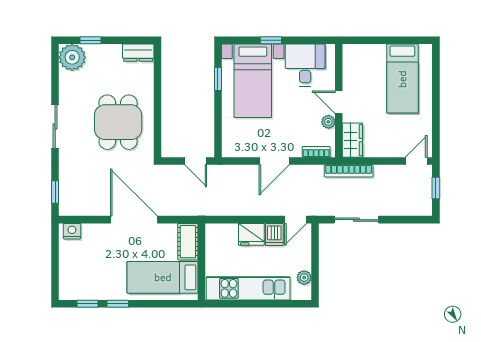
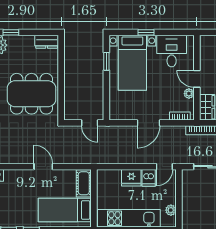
dining table: (118, 122) -> (31, 94), width x1.38
door: (134, 220) -> (43, 167), width x0.53

